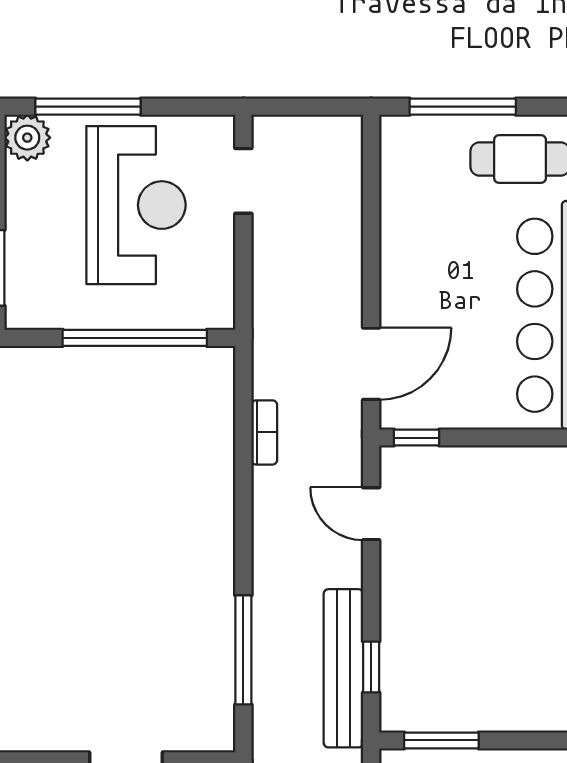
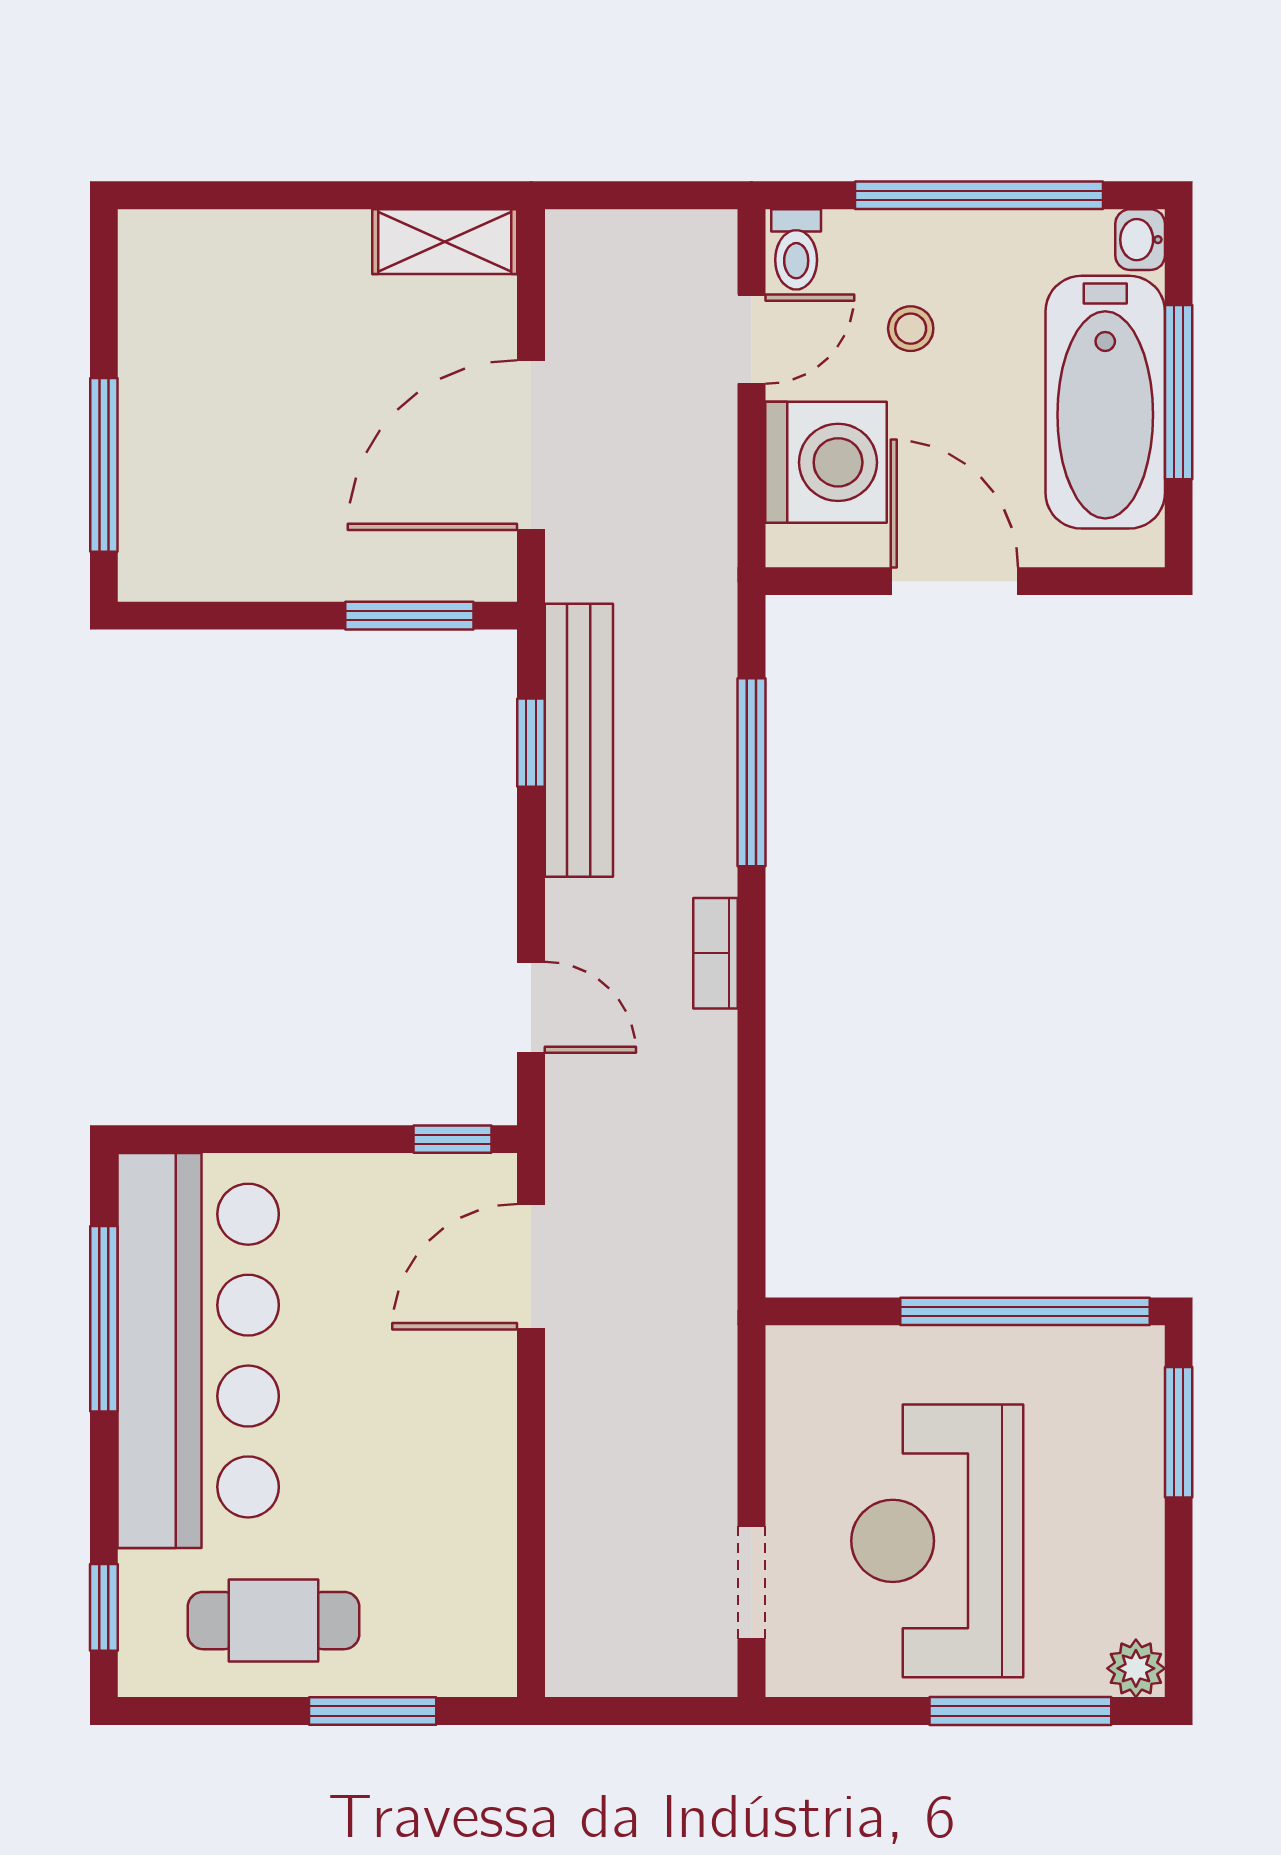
window: (463, 107) -> (373, 1711), width x0.69
plant: (27, 138) -> (1136, 1668), width x0.73, depth x0.73
window: (135, 338) -> (1025, 1311), moved
bookcase: (264, 432) -> (716, 953), moved

